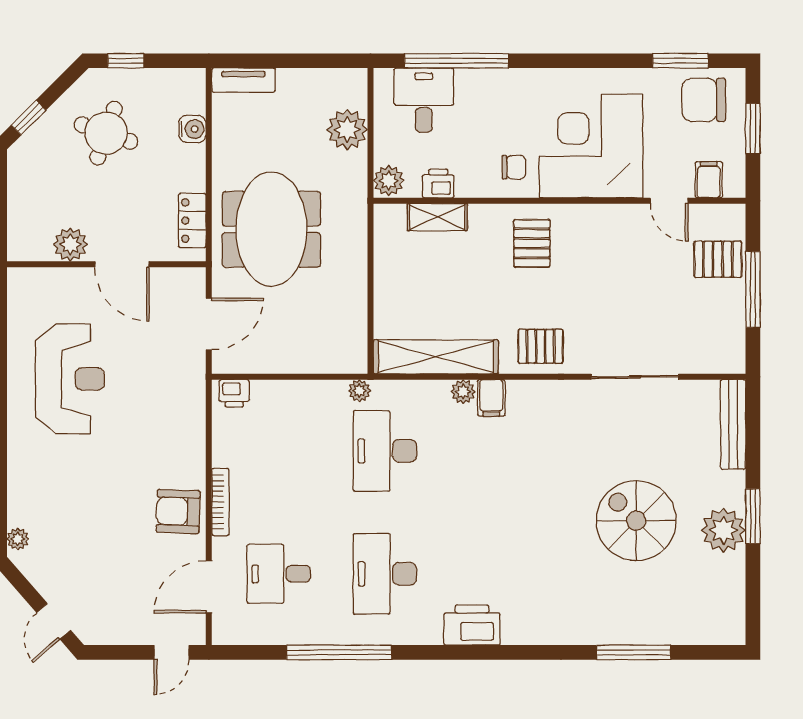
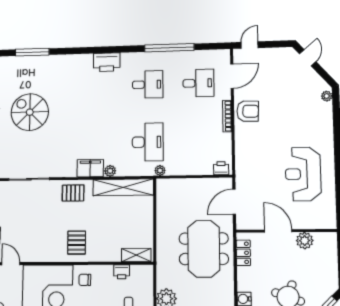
plant: (389, 181) -> (146, 273), removed
shelving: (437, 217) -> (136, 255), moved
filing cabinet: (491, 398) -> (90, 168), width x2.00
spiral stairs: (636, 521) -> (30, 112), turned 180
desk: (385, 574) -> (148, 84), width x0.73

